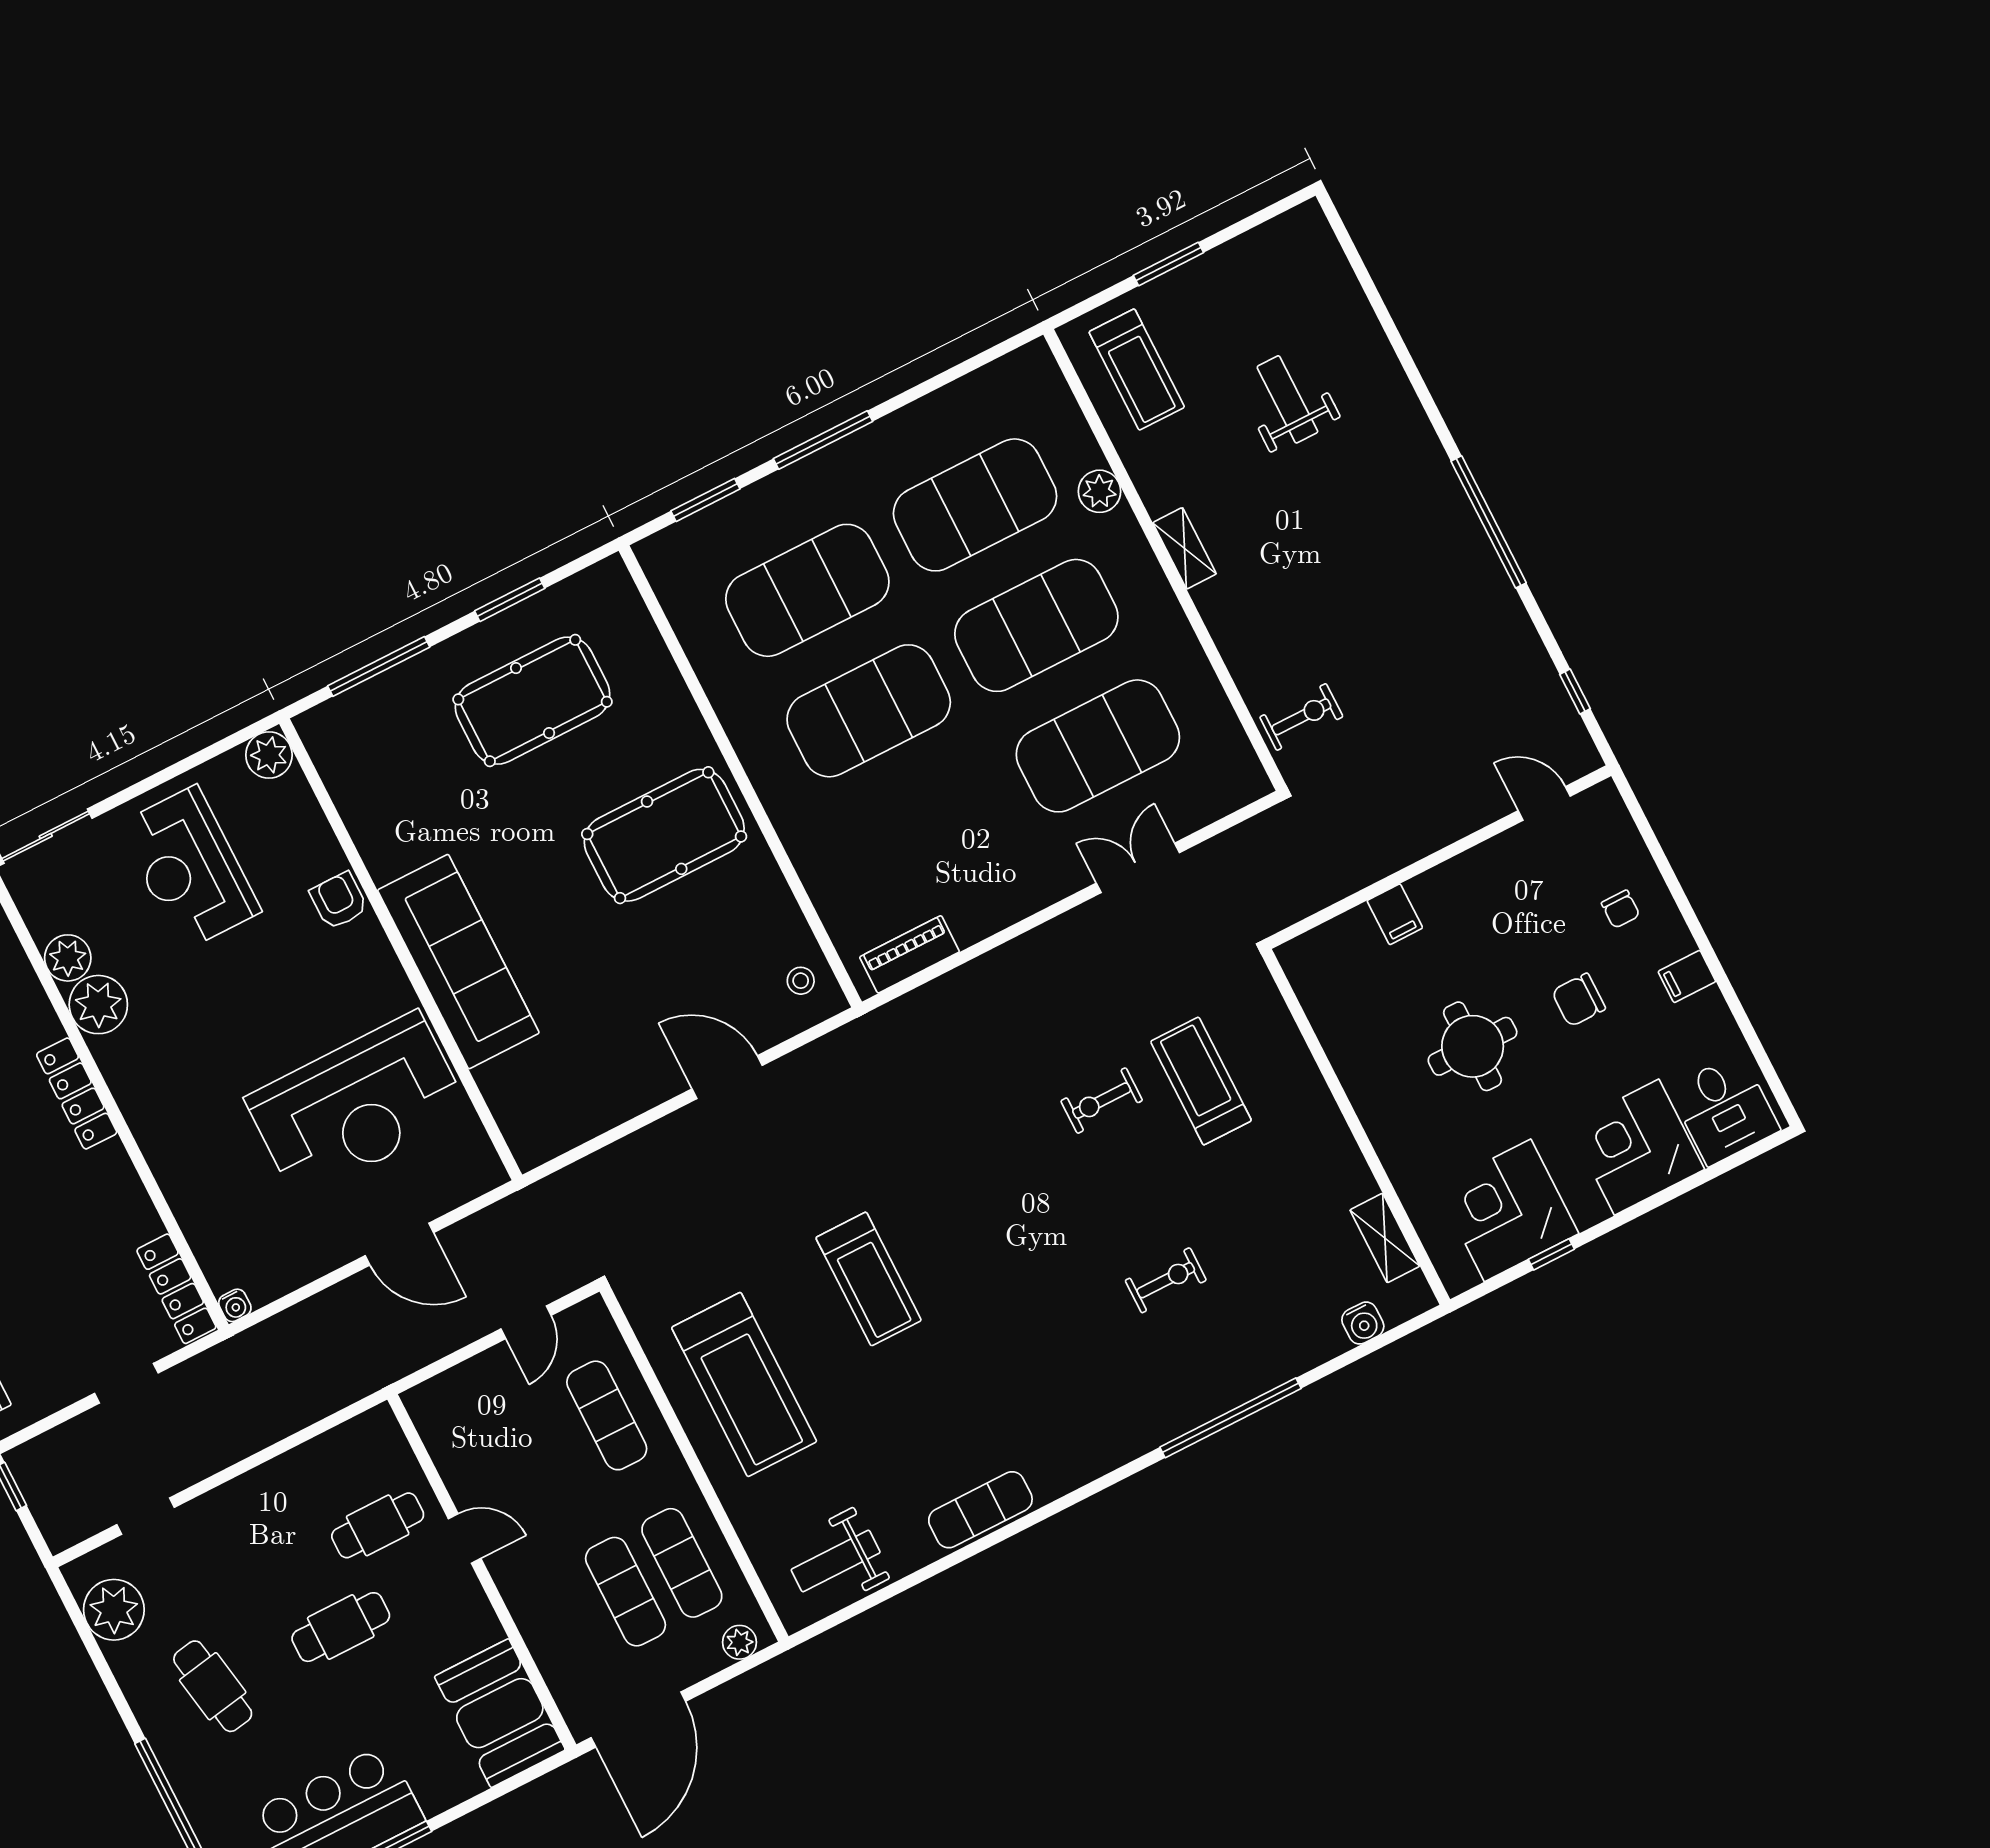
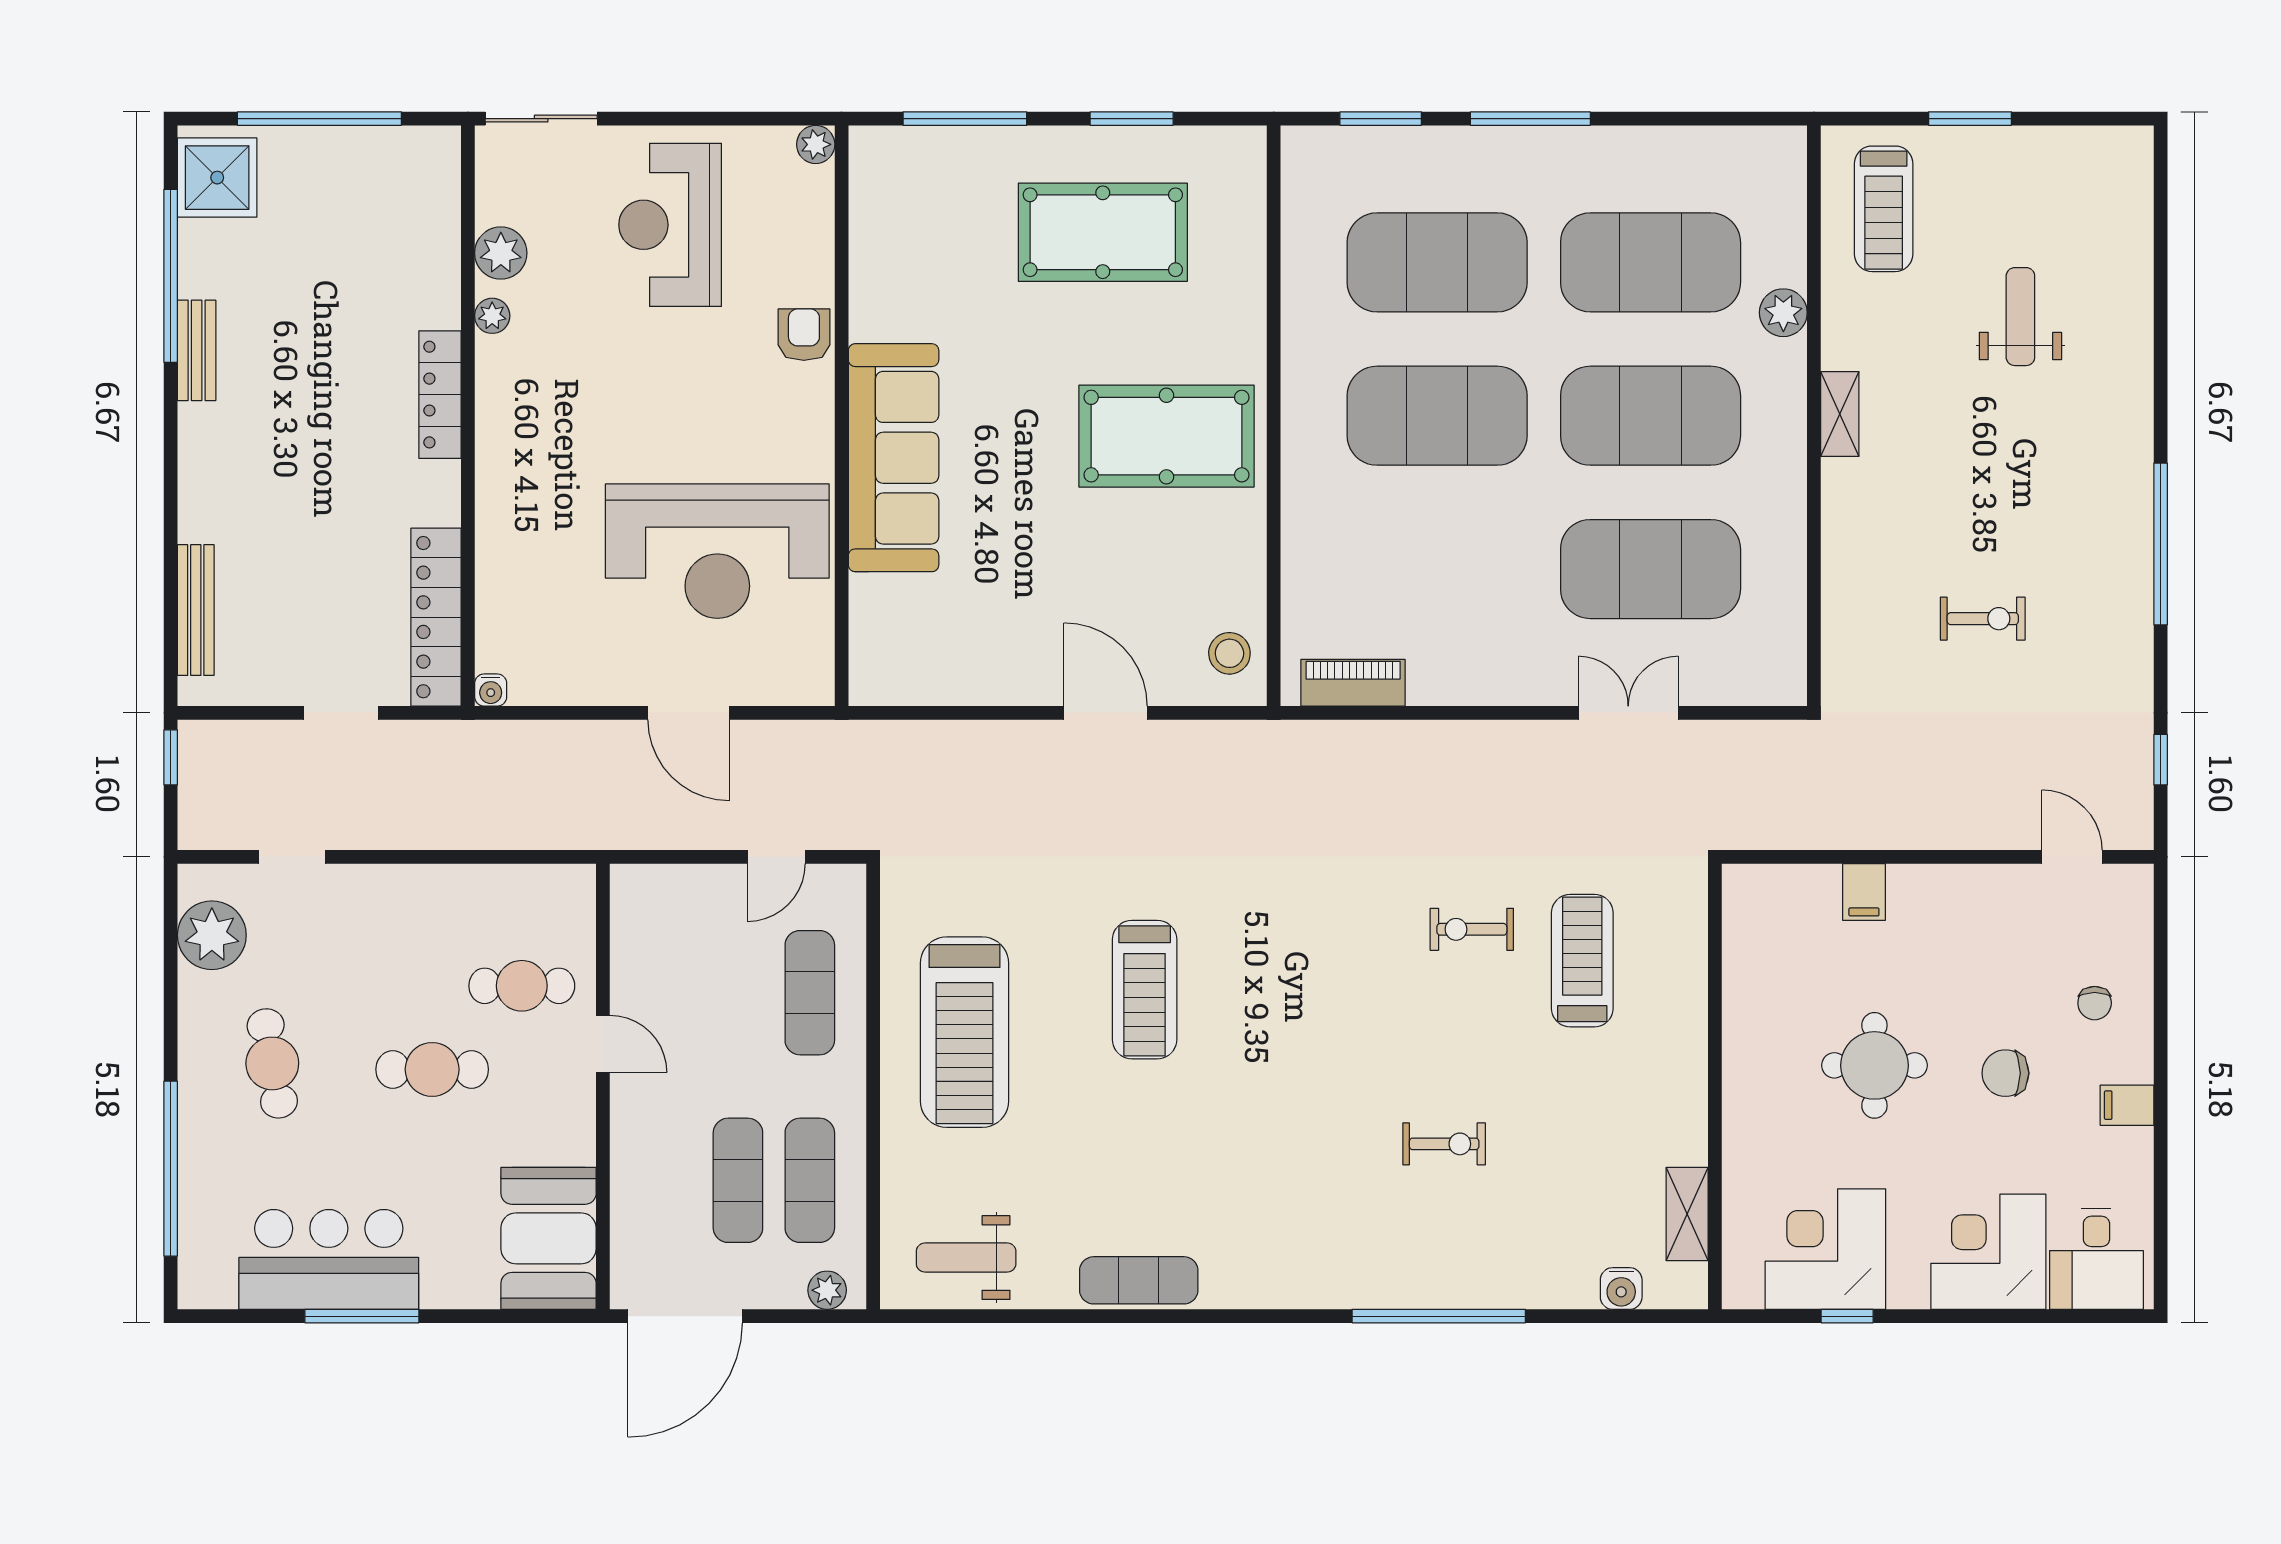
exercise bike: (1301, 717) -> (1983, 619), moved
plant: (269, 755) -> (816, 144), width x0.73, depth x0.73
stool: (801, 981) -> (1229, 653), width x1.37, depth x1.37
plant: (98, 1005) -> (492, 316), width x0.53, depth x0.53
locker: (176, 1289) -> (436, 617), width x1.41, depth x1.21

